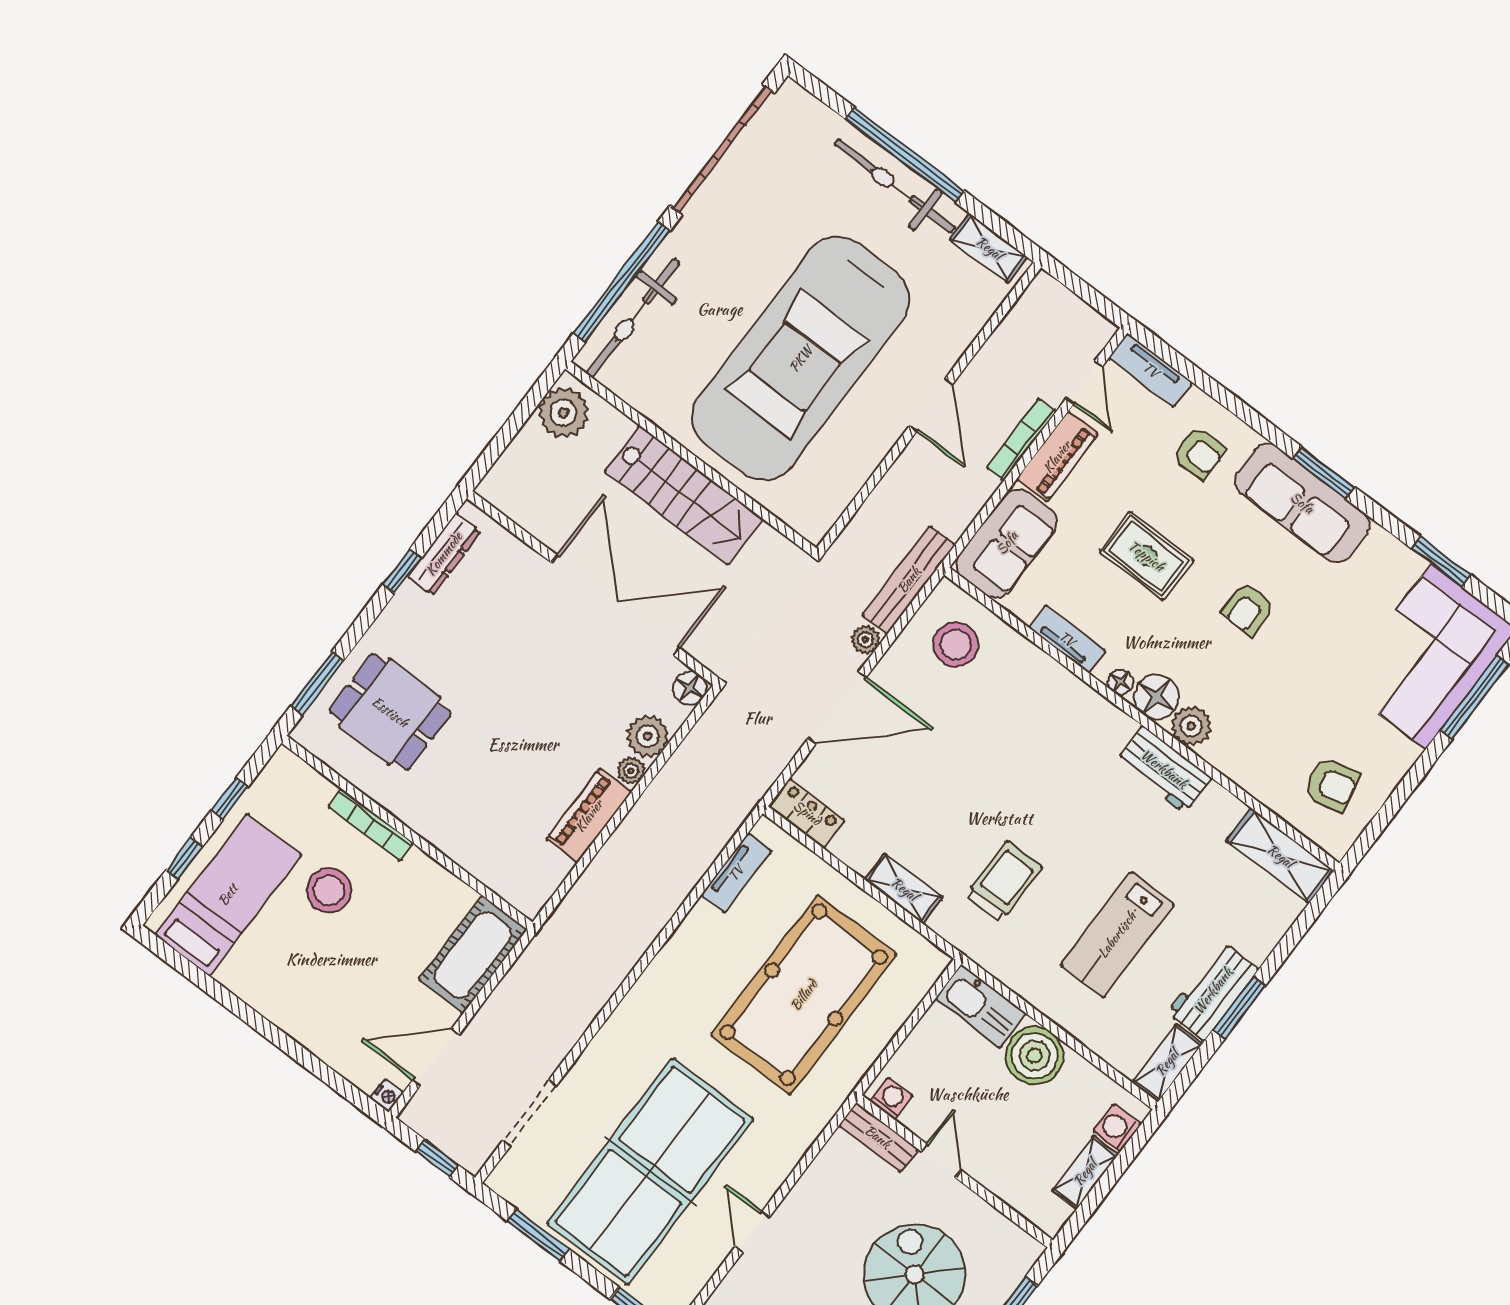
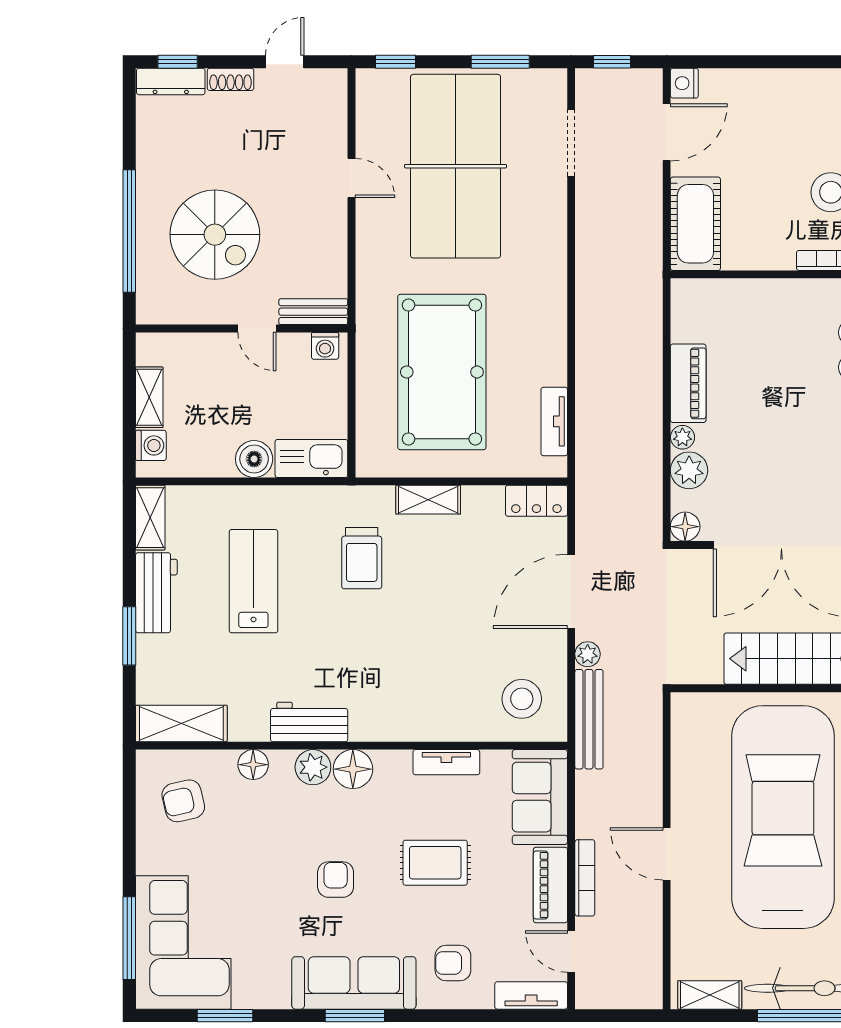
floor lamp: (1120, 682) -> (253, 765), moved, width x1.37, depth x1.37
window: (1239, 1008) -> (129, 636), moved
boiler: (1034, 1056) -> (254, 459), width x0.73, depth x0.73
nightstand: (387, 1096) -> (684, 83), width x1.39, depth x1.35

